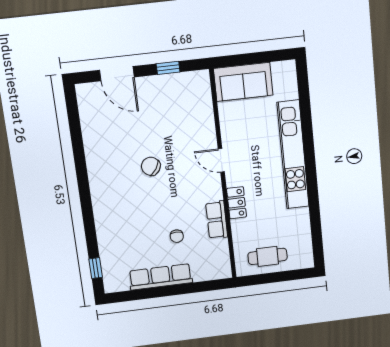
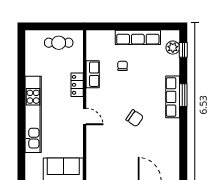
row of seats: (101, 202) -> (173, 97), added
window: (87, 206) -> (183, 95), added
plant: (111, 269) -> (173, 48), added

